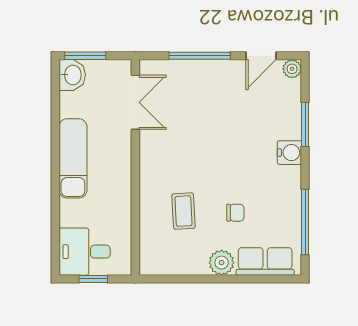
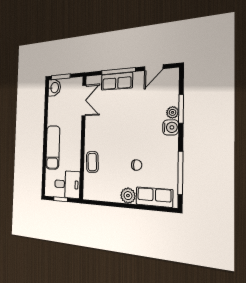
plant: (292, 69) -> (172, 112), moved
row of seats: (197, 73) -> (117, 81), added
exam couch: (73, 158) -> (53, 147), moved
coffee table: (183, 211) -> (92, 162), moved
desk: (85, 252) -> (67, 184), moved, turned 180

